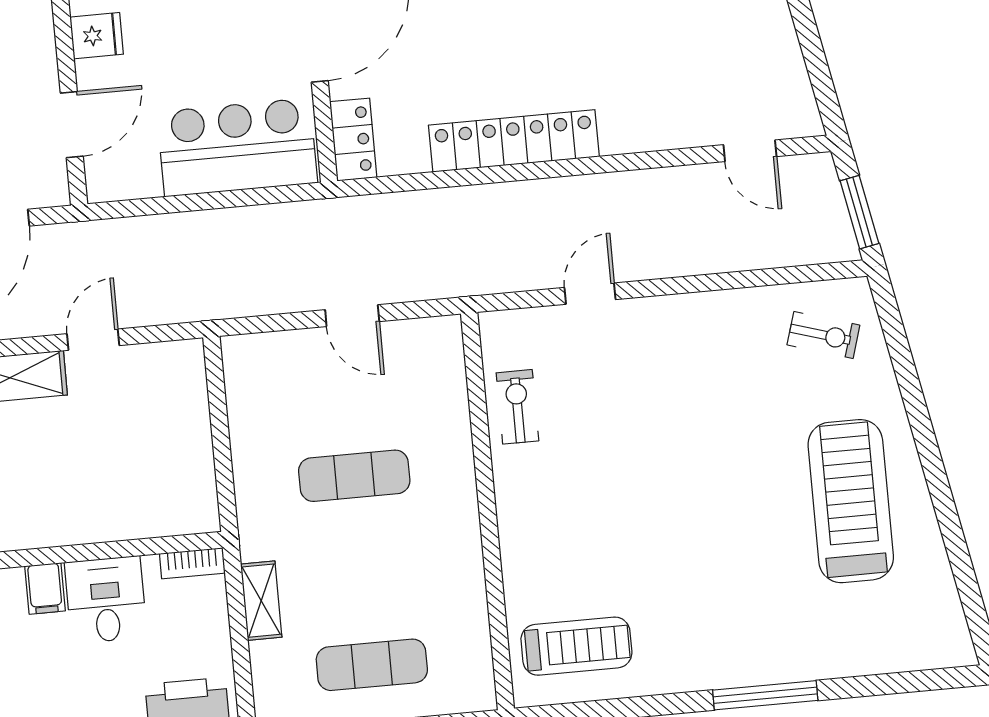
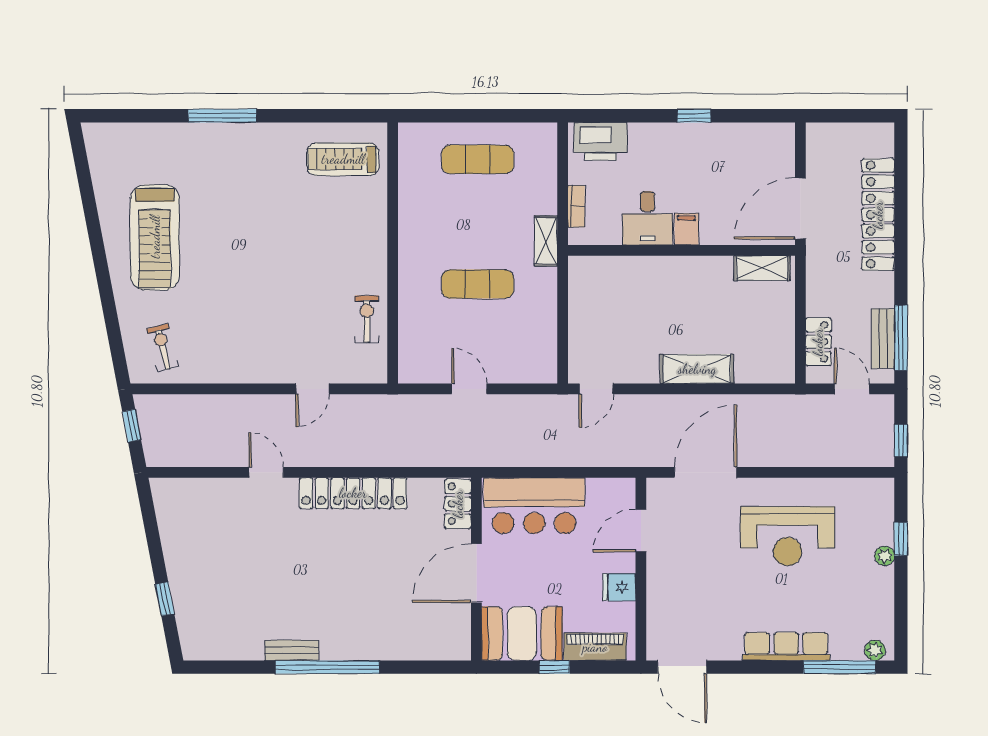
door: (750, 151) -> (266, 472), moved
window: (859, 212) -> (132, 426), width x0.67
exercise bike: (823, 335) -> (163, 348), turned 59
door: (93, 340) -> (596, 389), moved
exercise bike: (517, 407) -> (367, 319), turned 180
bookcase: (192, 563) -> (576, 206), moved, turned 90
shelving: (261, 601) -> (546, 241), moved

